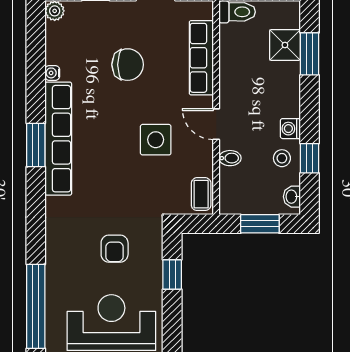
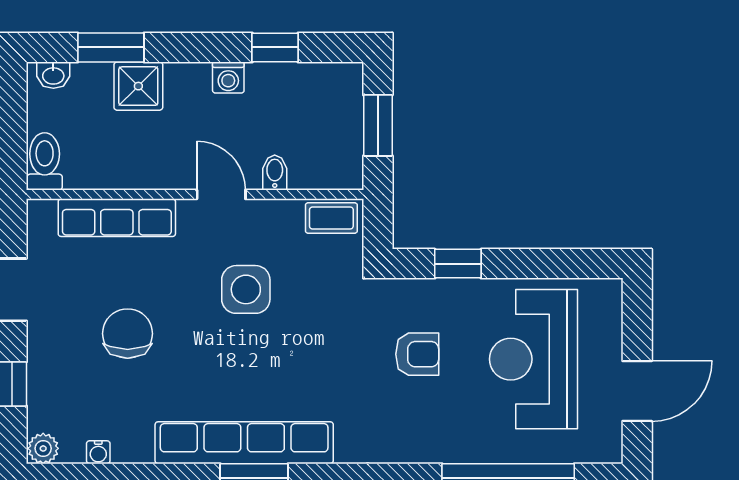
shower: (285, 45) -> (138, 86), moved
water cooler: (52, 73) -> (98, 452), moved
door: (216, 124) -> (221, 194), swing flipped
stool: (282, 158) -> (275, 91), removed
washbasin: (292, 197) -> (53, 75), moved

